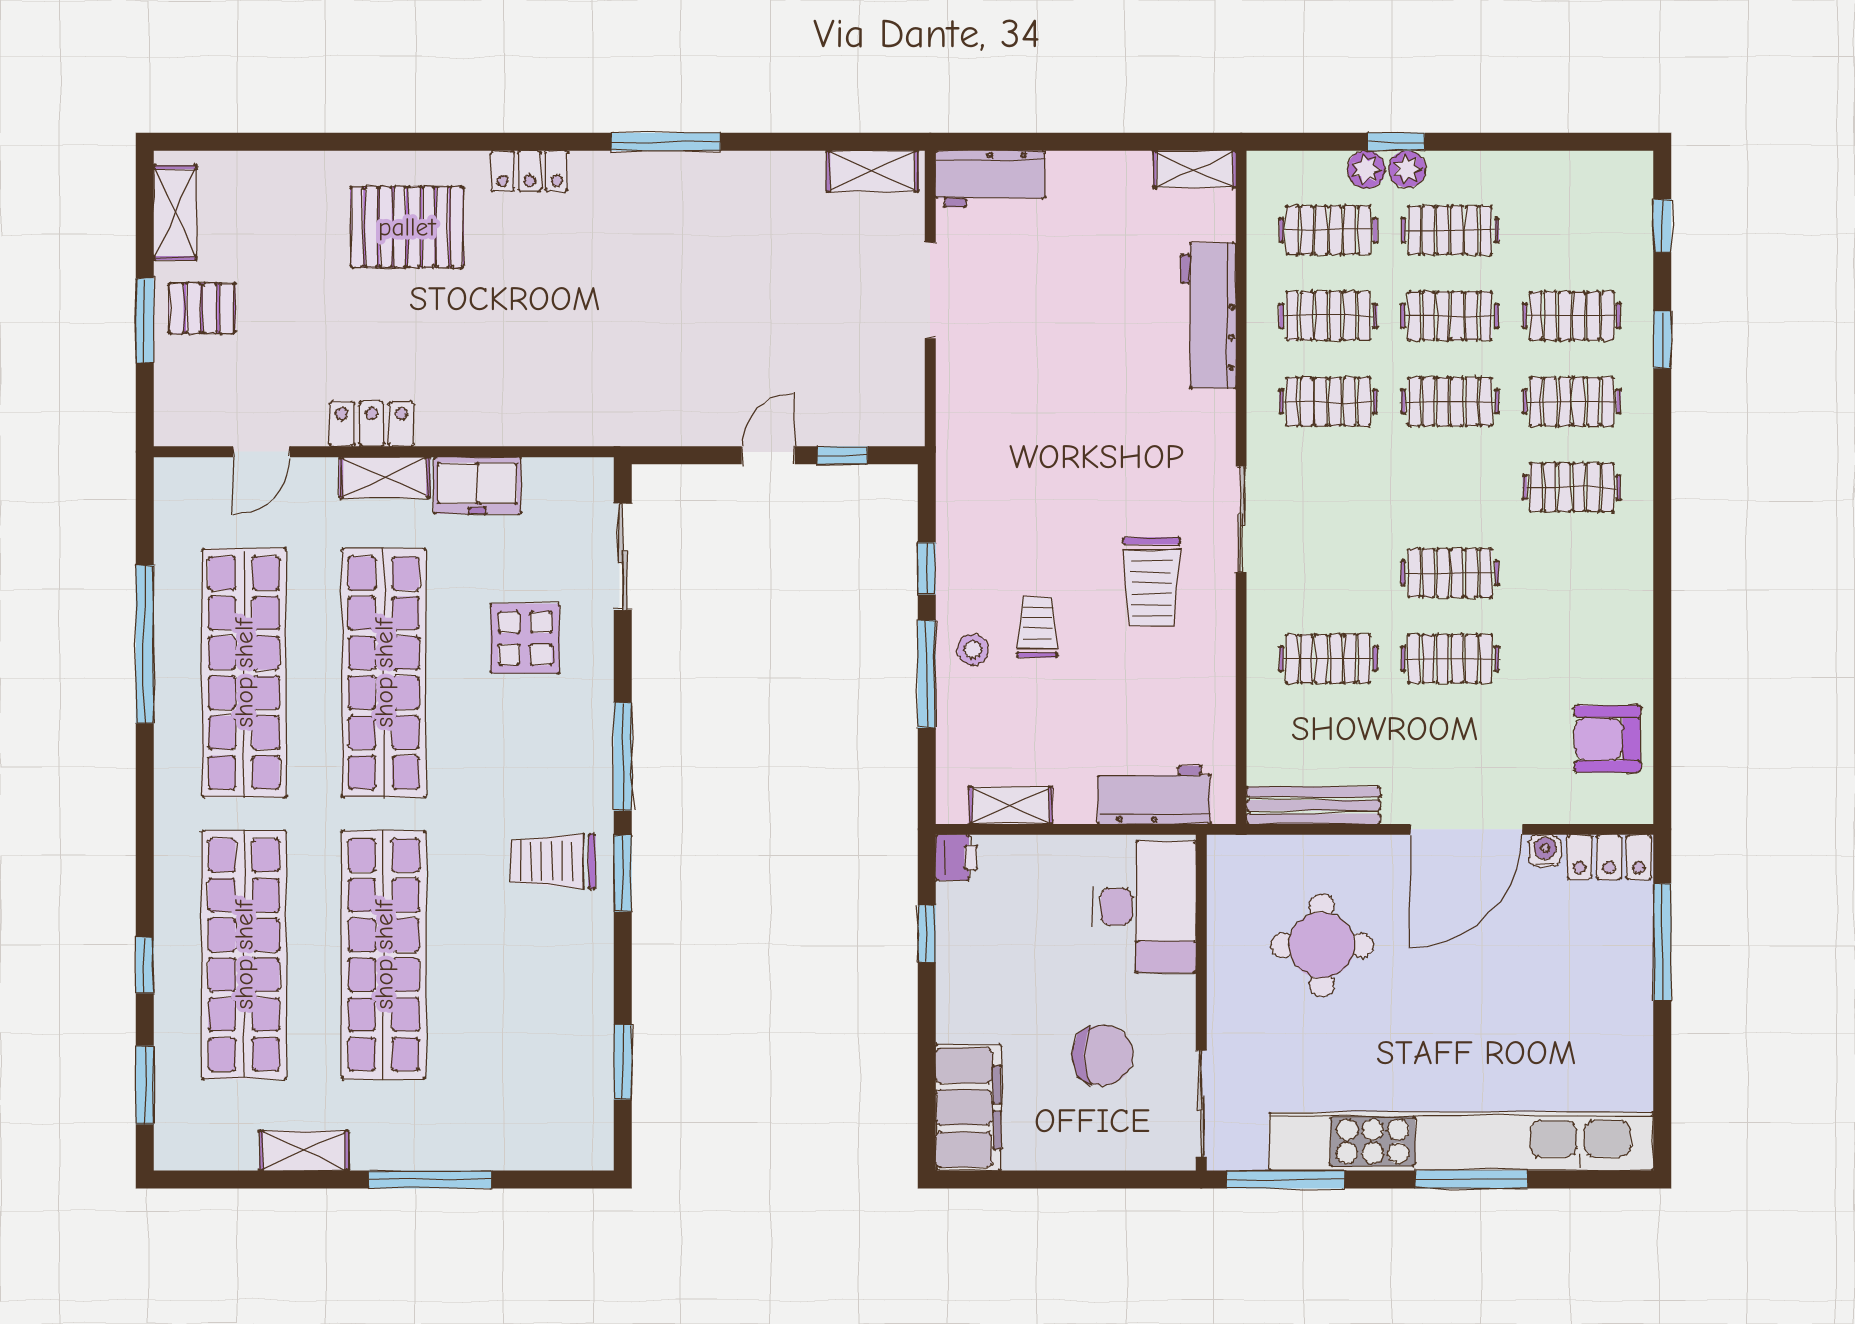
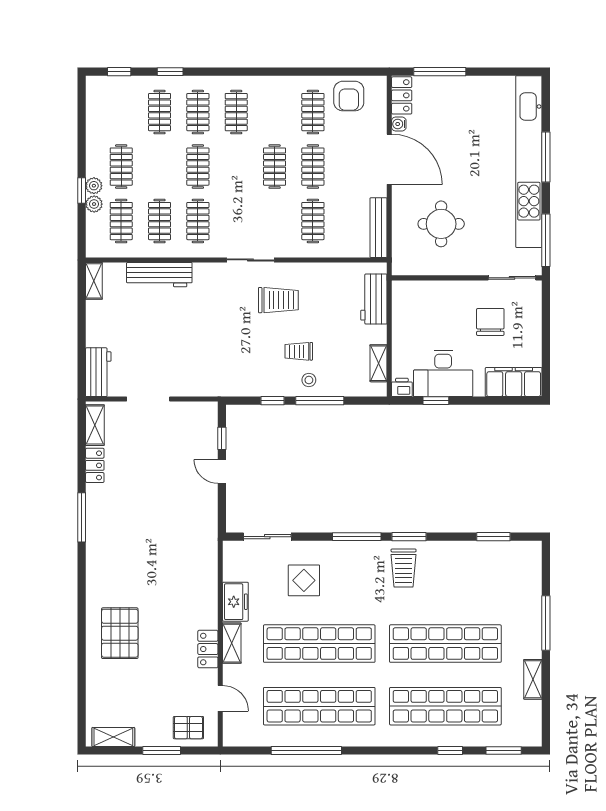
locker: (530, 171) -> (95, 465), moved
pallet: (202, 308) -> (188, 728), moved, turned 90
clothes rail: (1450, 316) -> (313, 112), moved
desk: (1144, 907) -> (443, 374), moved, turned 180

